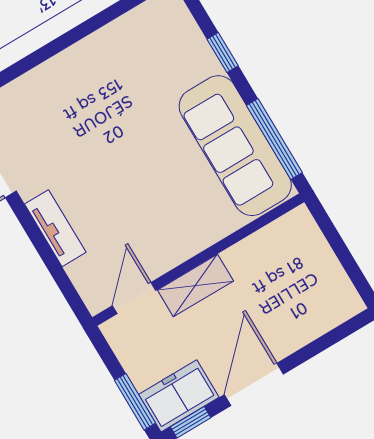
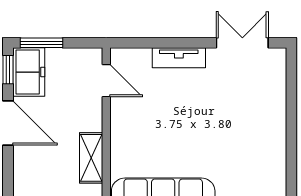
shelving: (195, 285) -> (91, 158), moved

